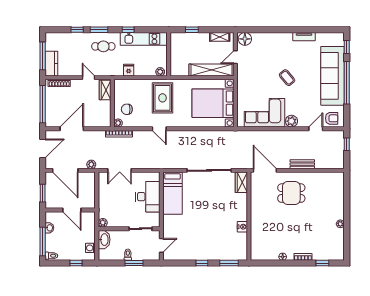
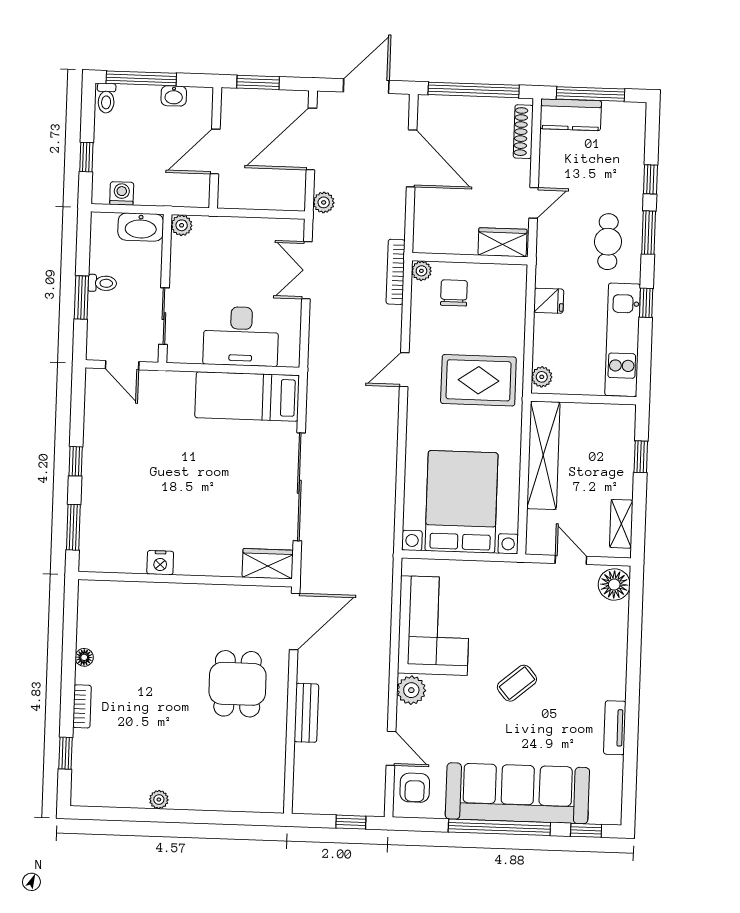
shelving: (211, 70) -> (543, 455), moved
door: (43, 149) -> (366, 86), swing flipped

